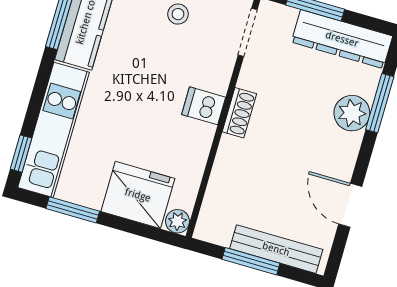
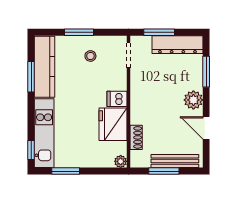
shoe rack: (239, 113) -> (136, 137), moved
plant: (352, 113) -> (193, 100), moved
fridge: (138, 195) -> (113, 124), moved, turned -90

